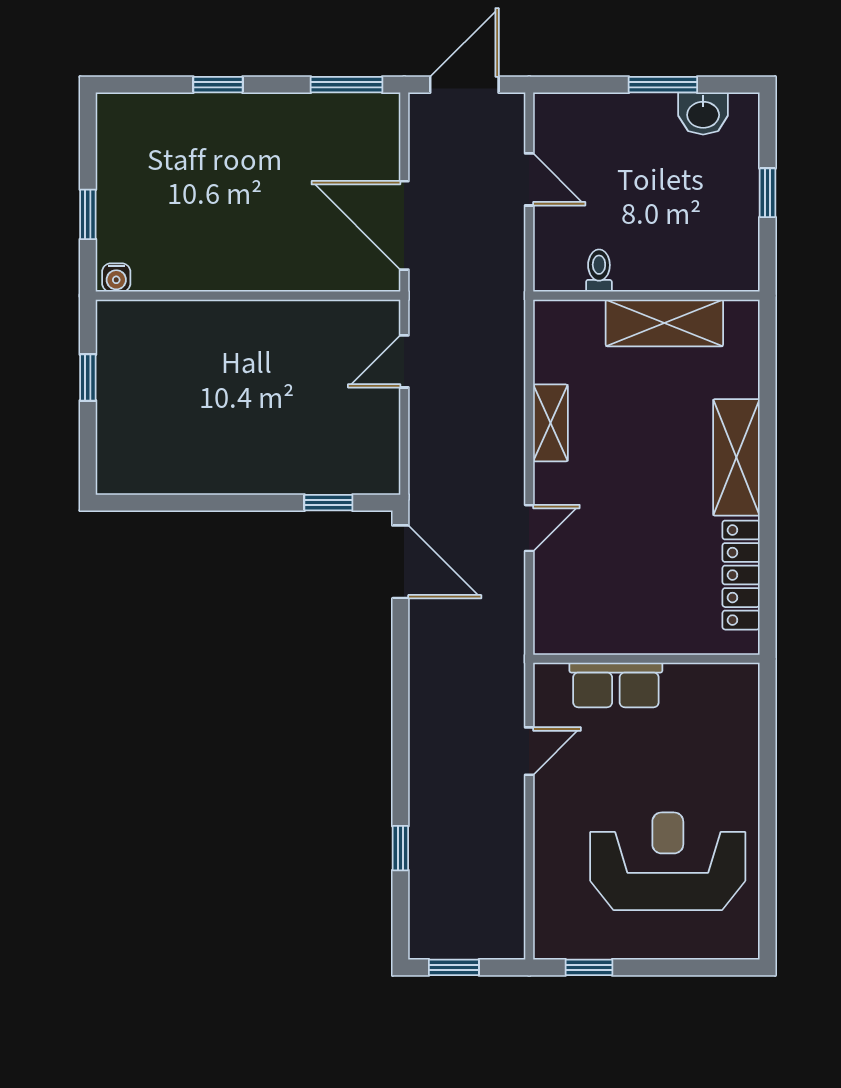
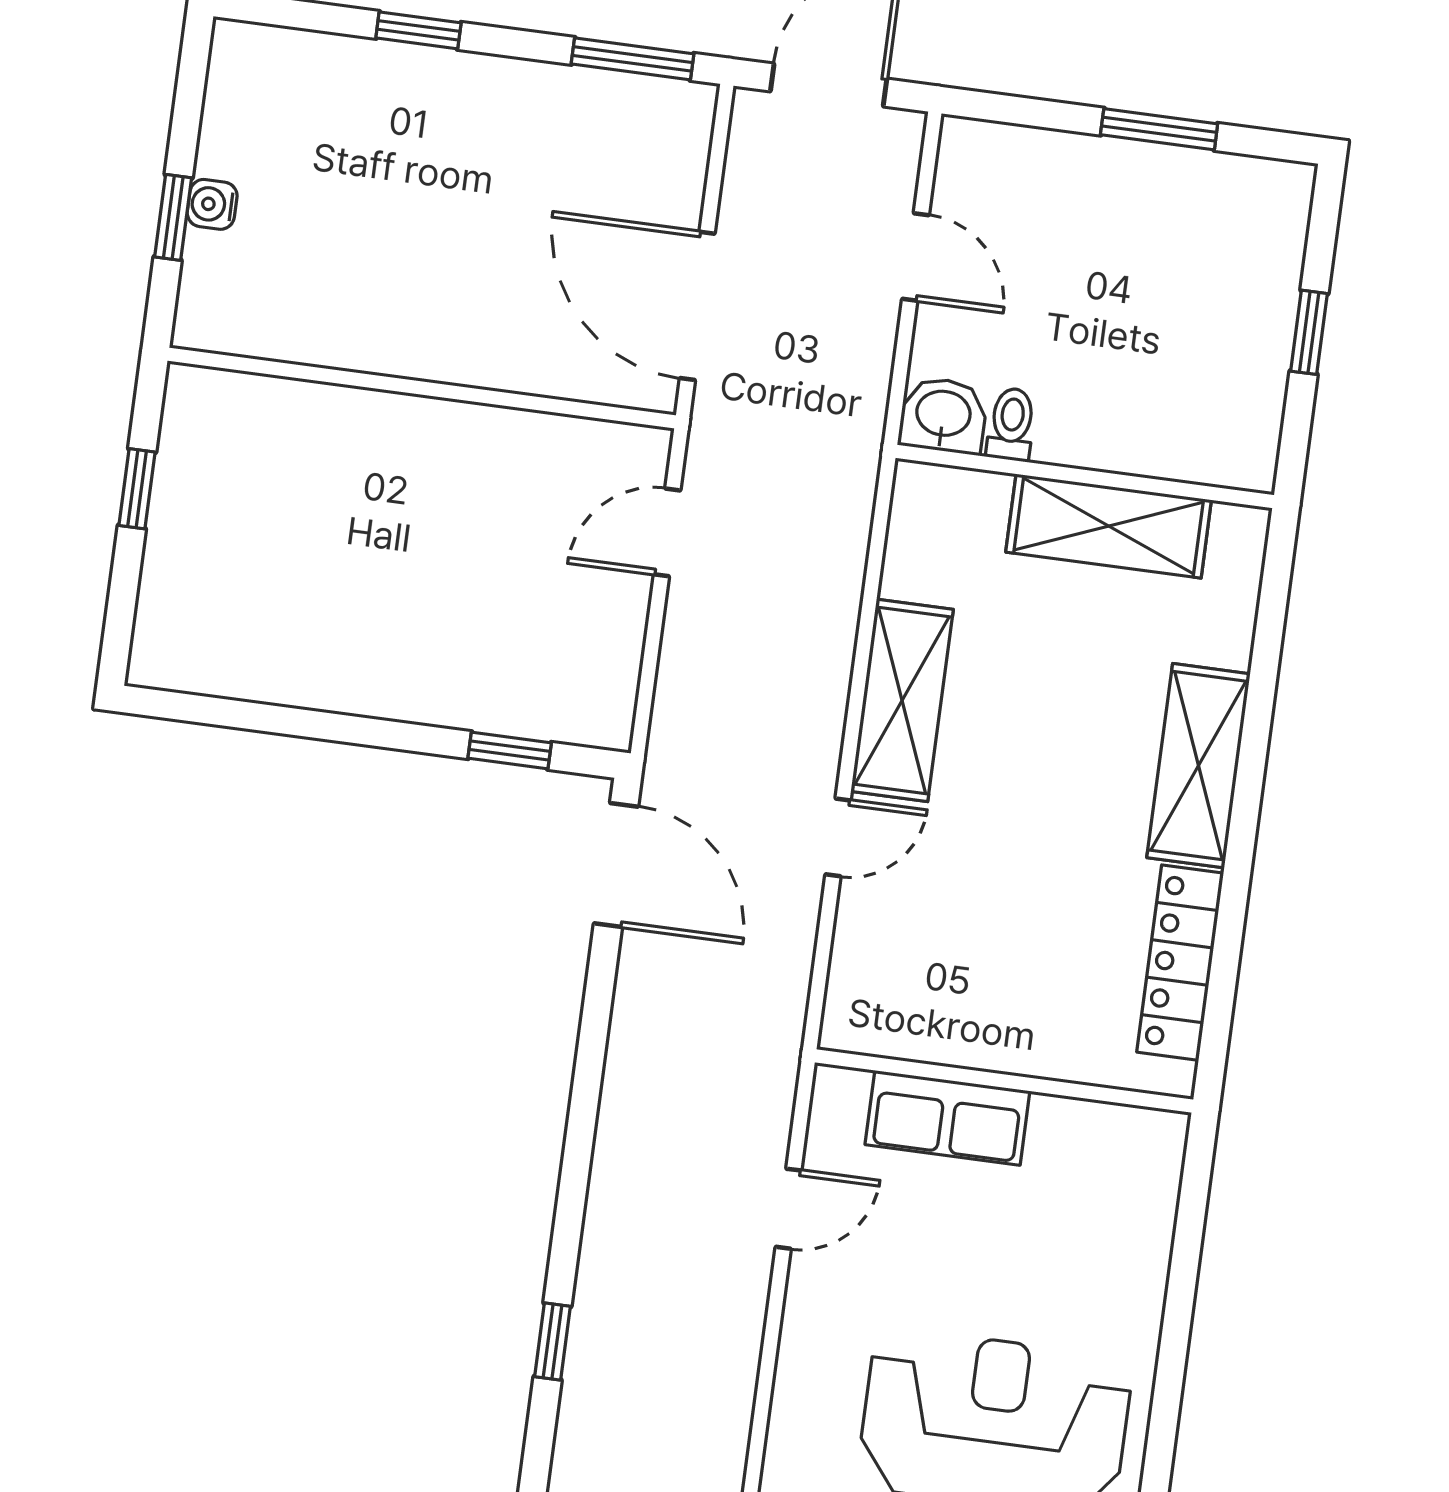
washbasin: (703, 114) -> (943, 415), moved, turned 180
water cooler: (116, 278) -> (212, 204), moved, turned 90
shelving: (550, 423) -> (902, 700), width x1.50, depth x1.33

